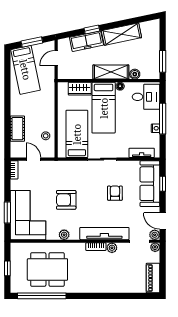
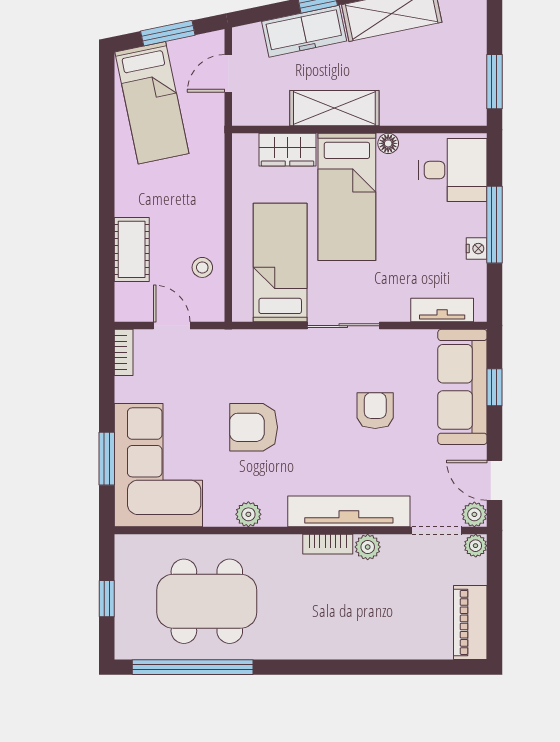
shelving: (111, 72) -> (334, 108), moved
boiler: (135, 74) -> (425, 113), removed

